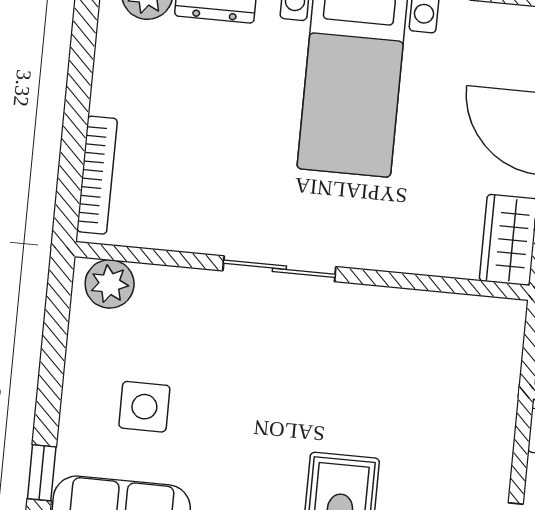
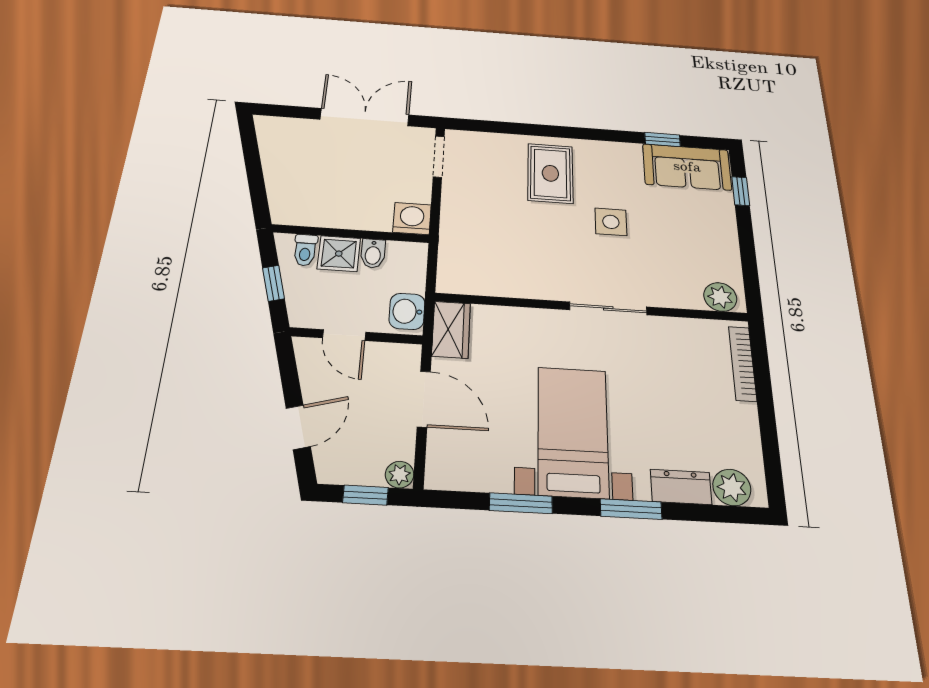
side table: (144, 407) -> (611, 222), moved

